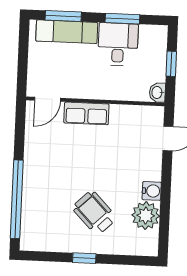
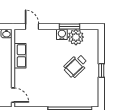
row of seats: (86, 113) -> (20, 56), moved
window: (165, 205) -> (70, 26), added

